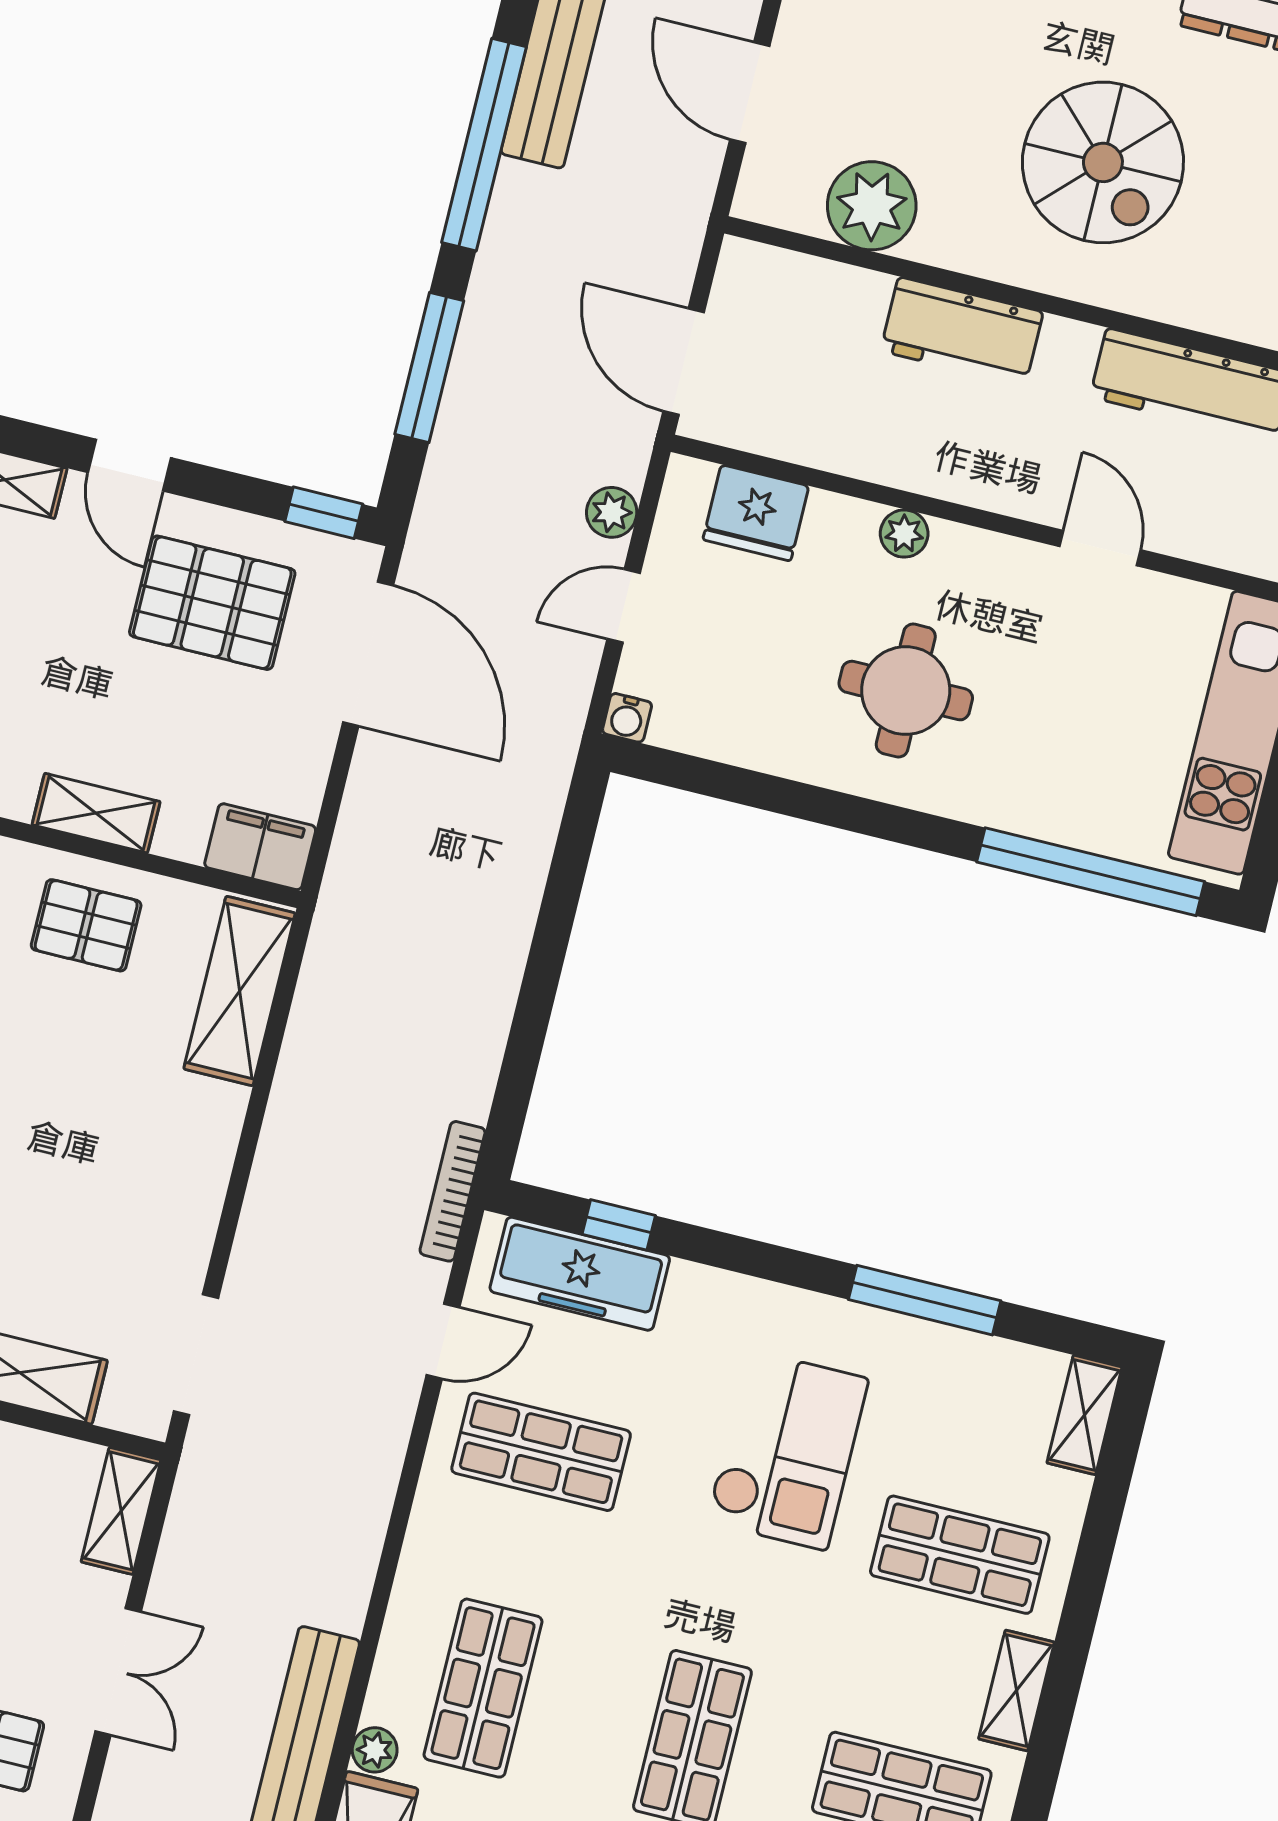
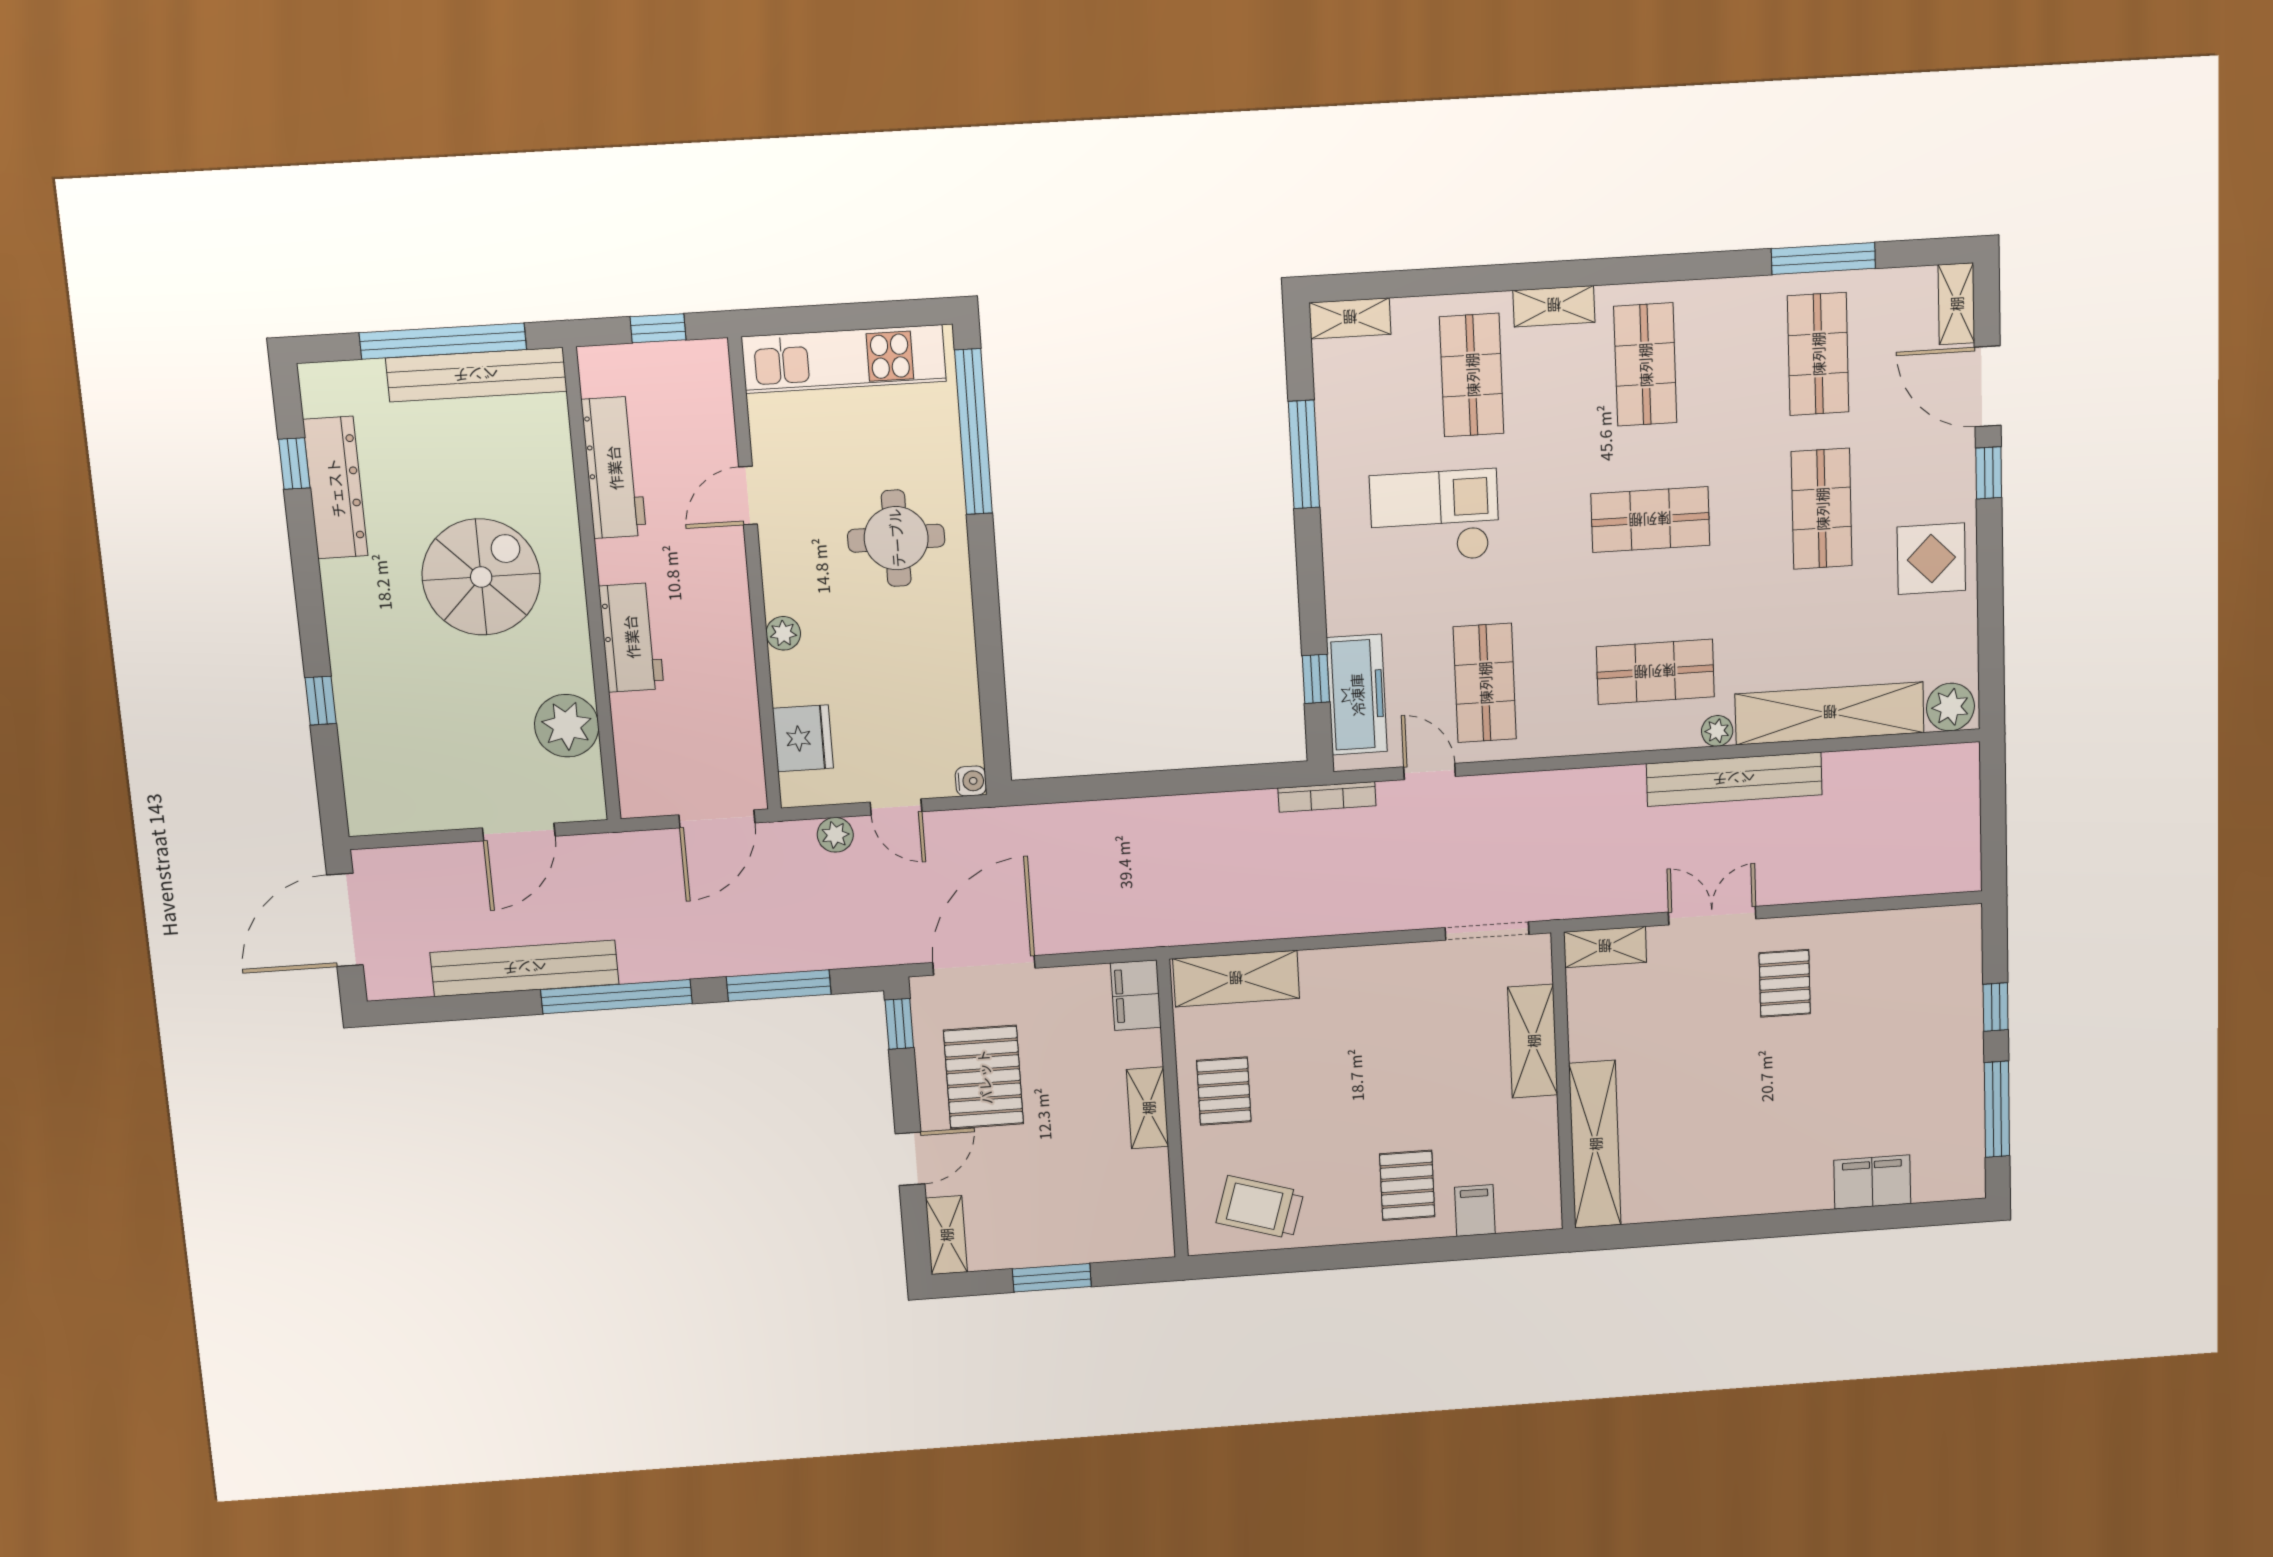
round table: (906, 691) -> (896, 538), moved

